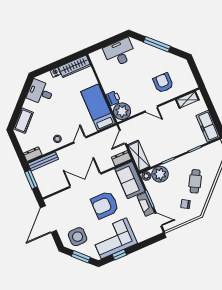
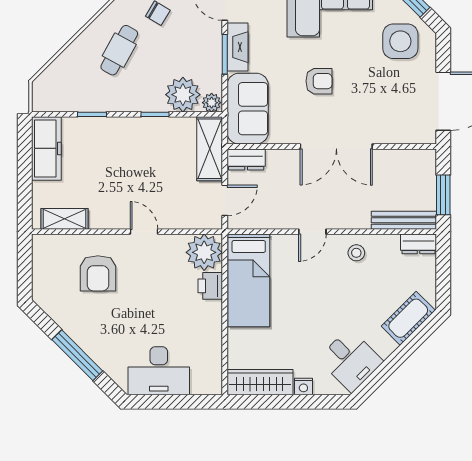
armchair: (105, 205) -> (319, 81), width x0.53, depth x0.53

